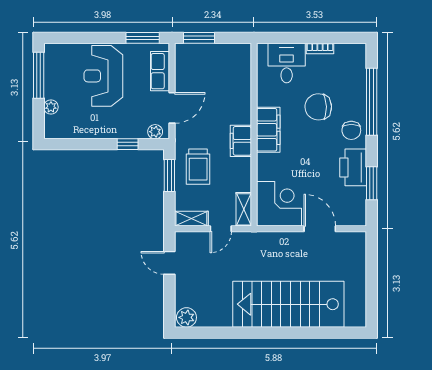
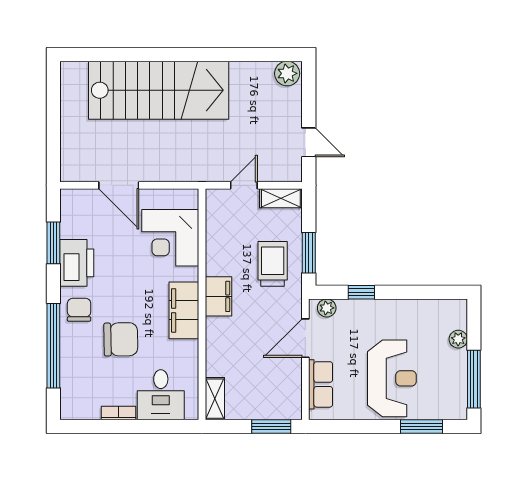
window: (143, 38) -> (422, 426), moved
corner desk: (279, 204) -> (170, 238), moved
shelving: (244, 209) -> (215, 399), moved

